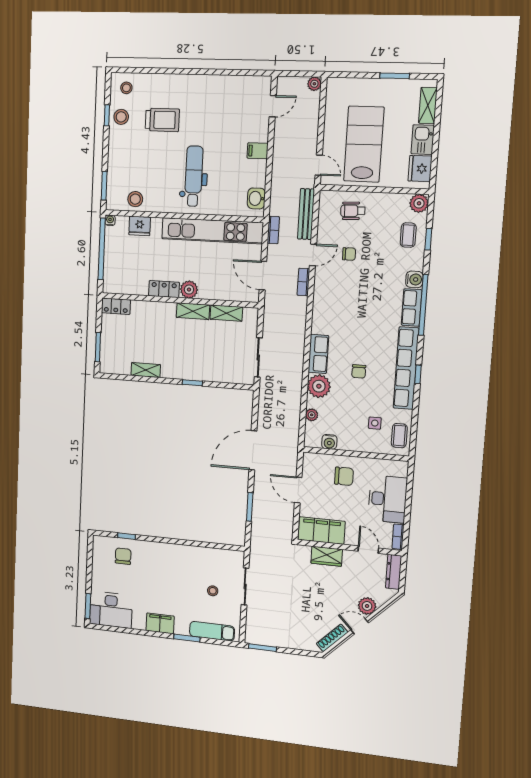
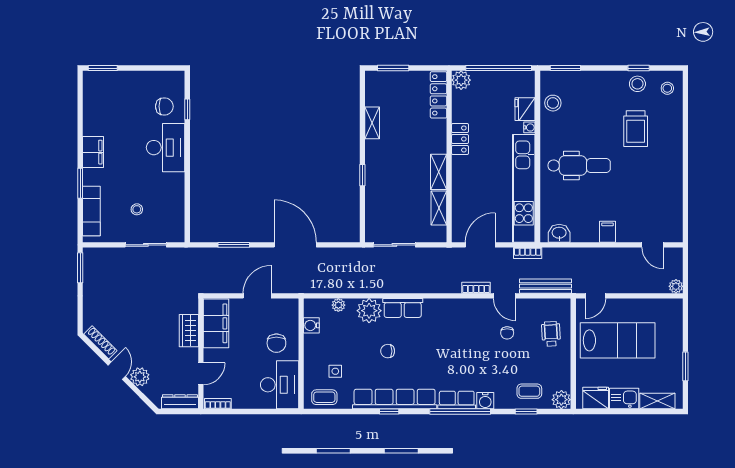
water cooler: (110, 220) -> (529, 127), moved
plant: (189, 290) -> (461, 80), moved
locker: (116, 306) -> (438, 95), width x1.53
desk: (388, 499) -> (280, 385), moved, turned -90
desk: (111, 610) -> (166, 148), moved, turned 180

